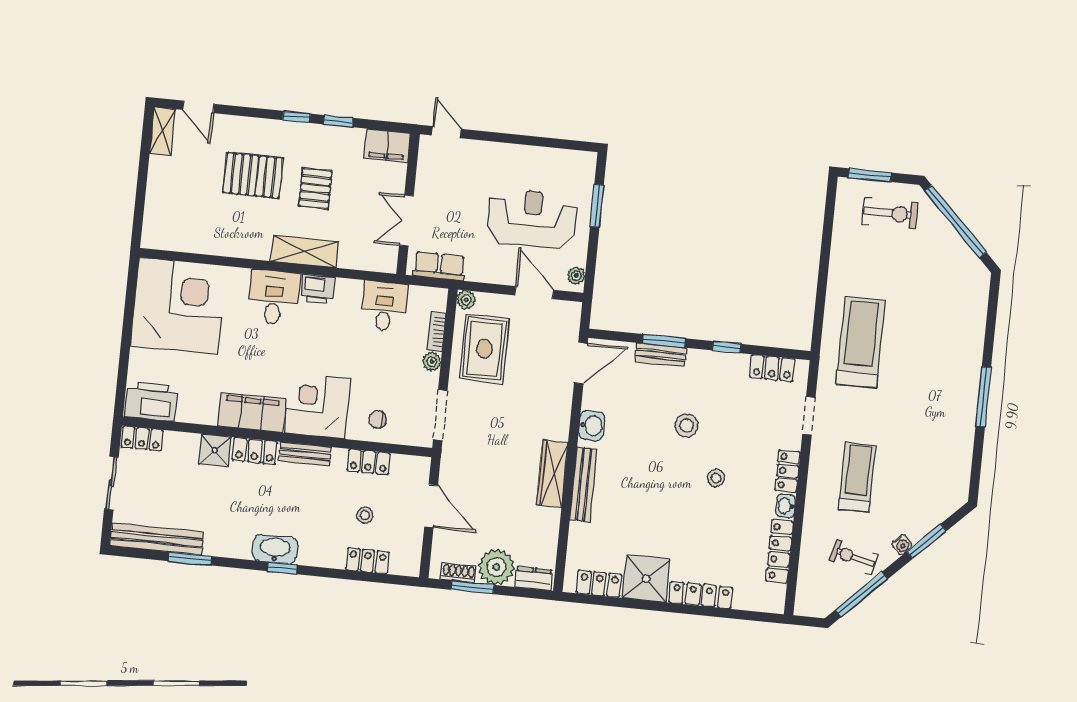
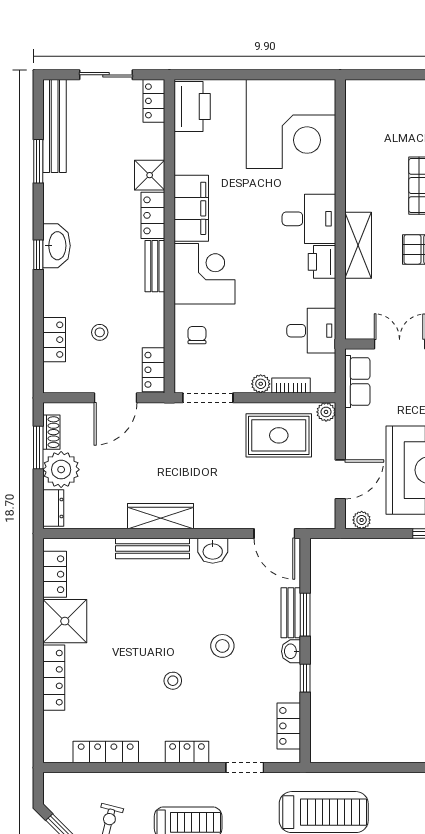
locker: (369, 462) -> (154, 370), moved
washbasin: (786, 506) -> (291, 651), moved, turned -90

